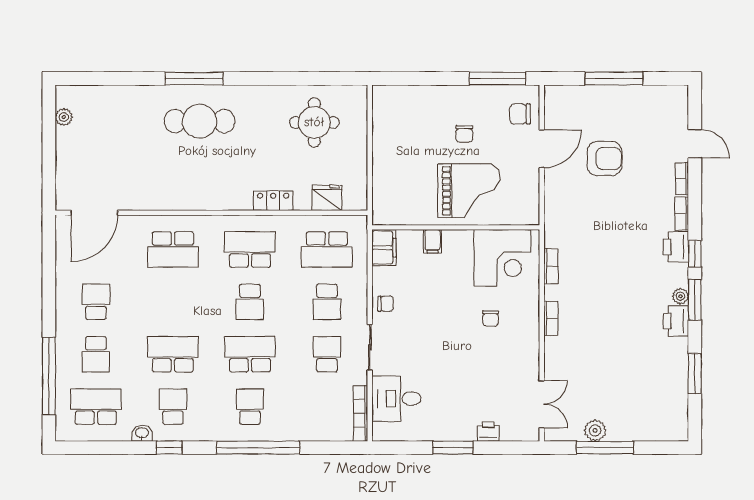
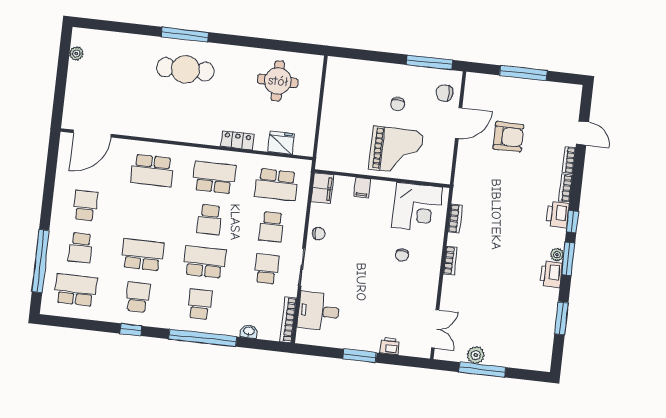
washbasin: (142, 433) -> (249, 331), moved

